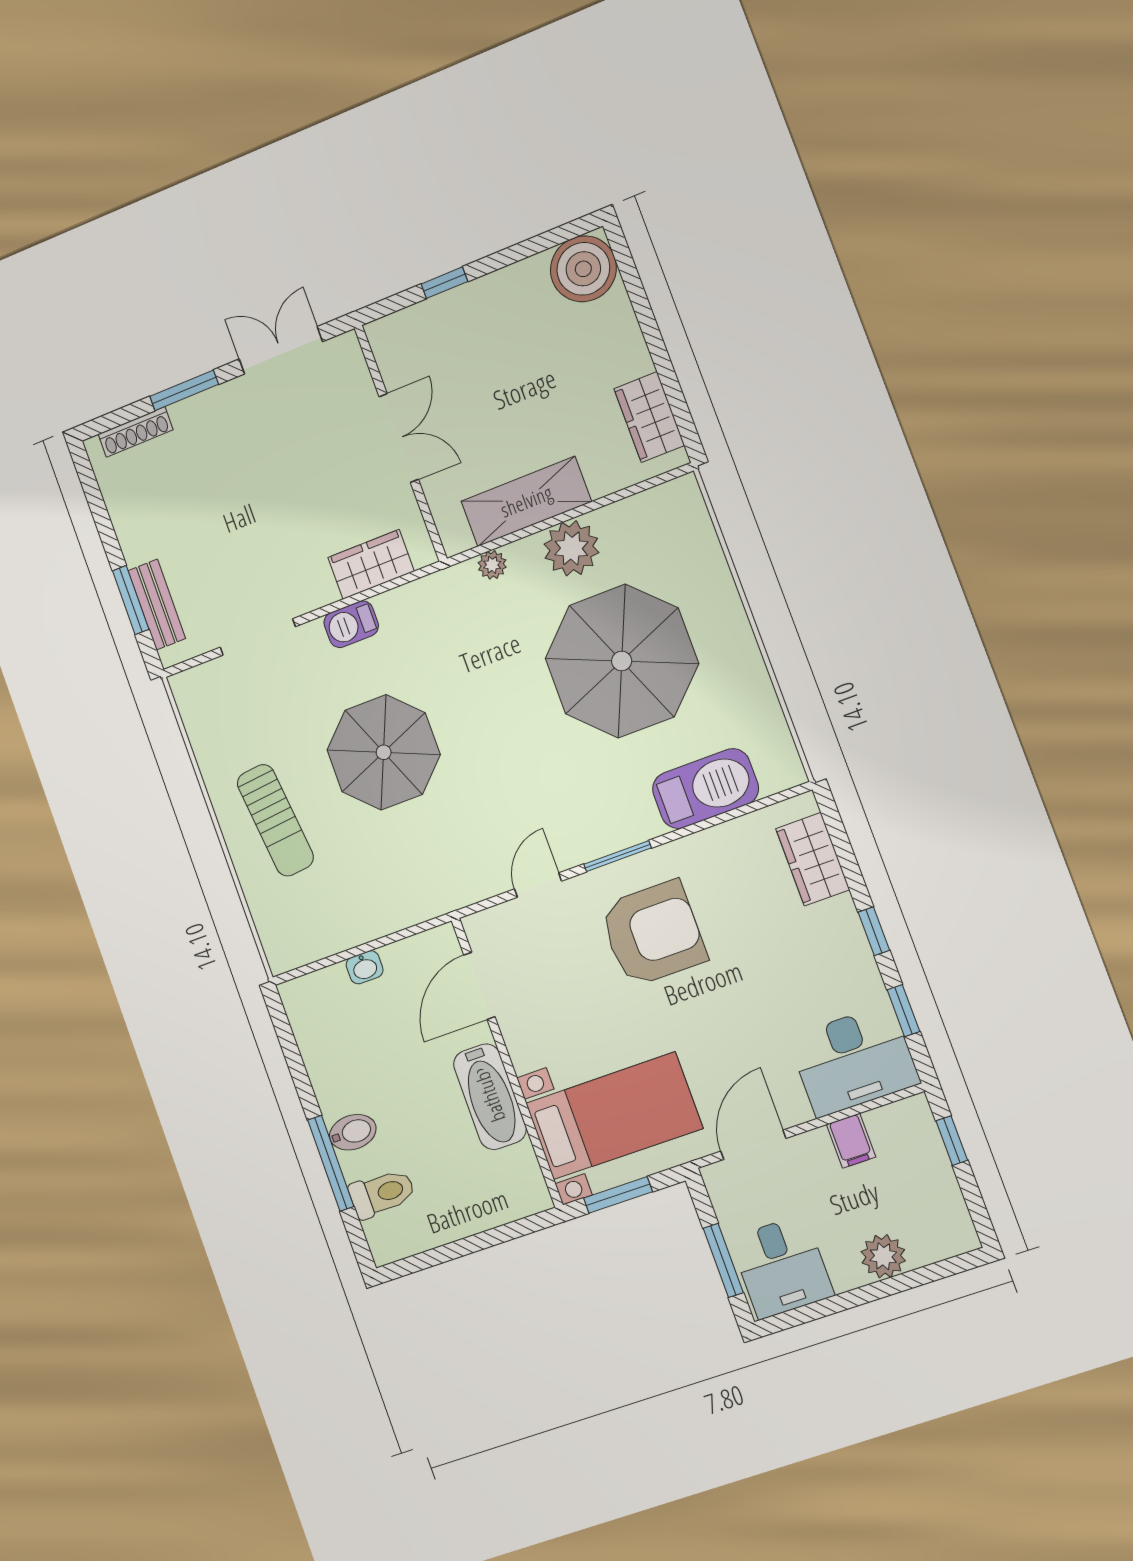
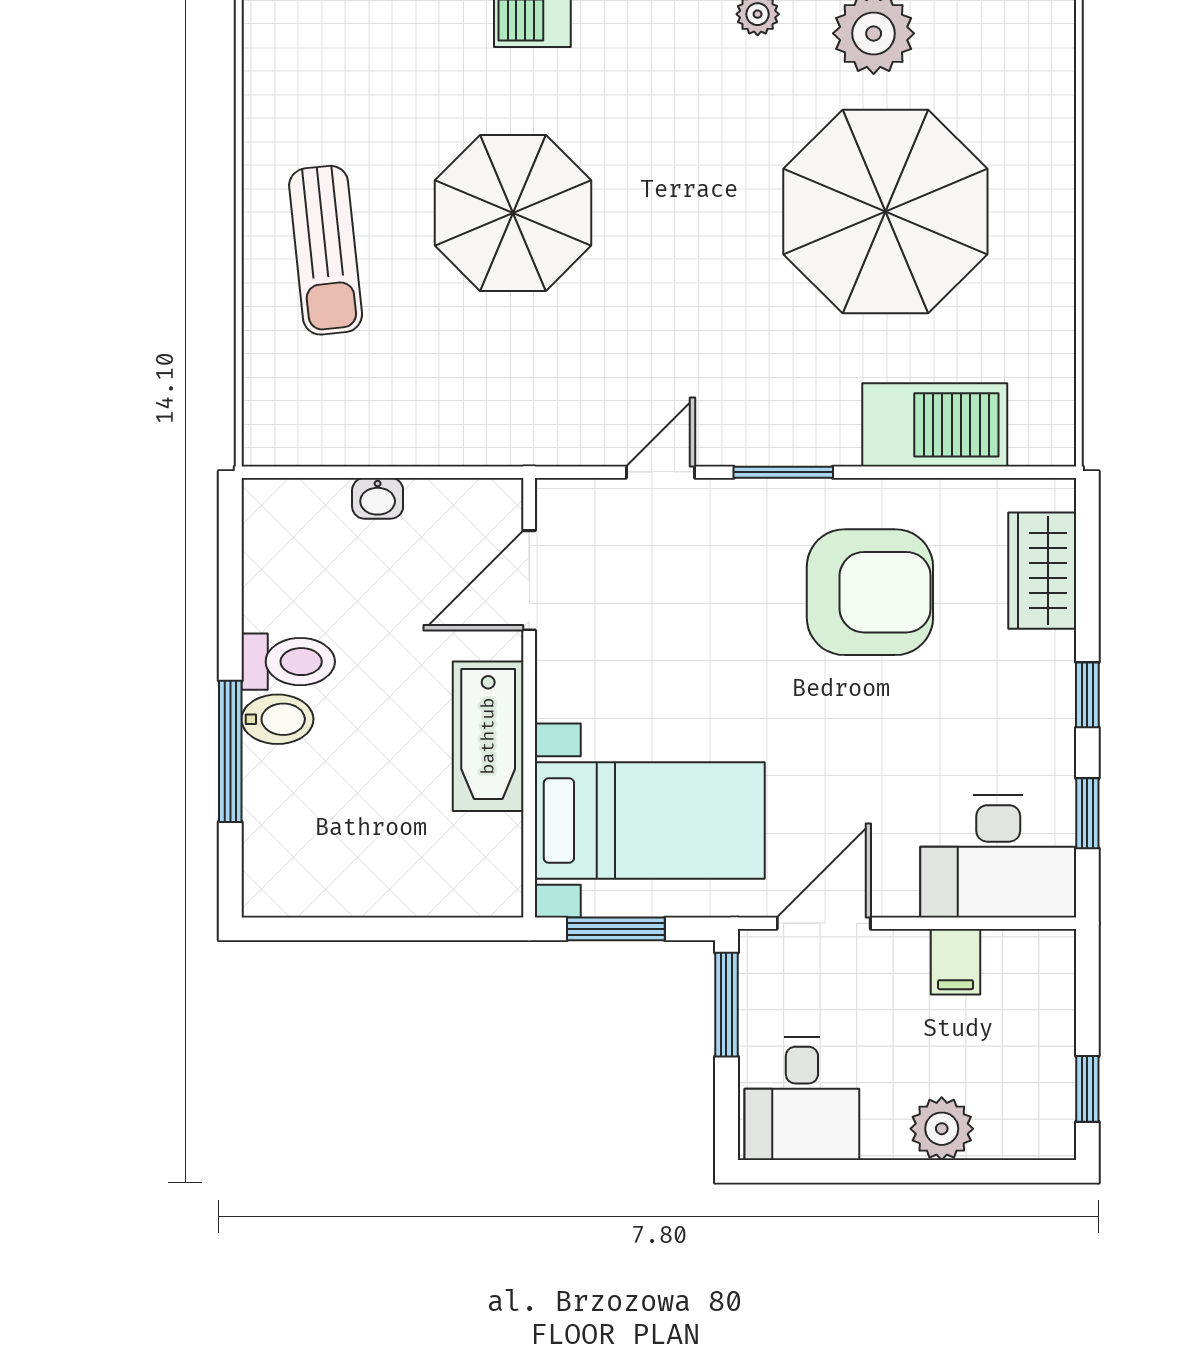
armchair: (653, 933) -> (870, 592), moved
window: (952, 1141) -> (1087, 1089), moved
toilet: (382, 1193) -> (288, 662), moved
window: (723, 1260) -> (726, 1005), moved

